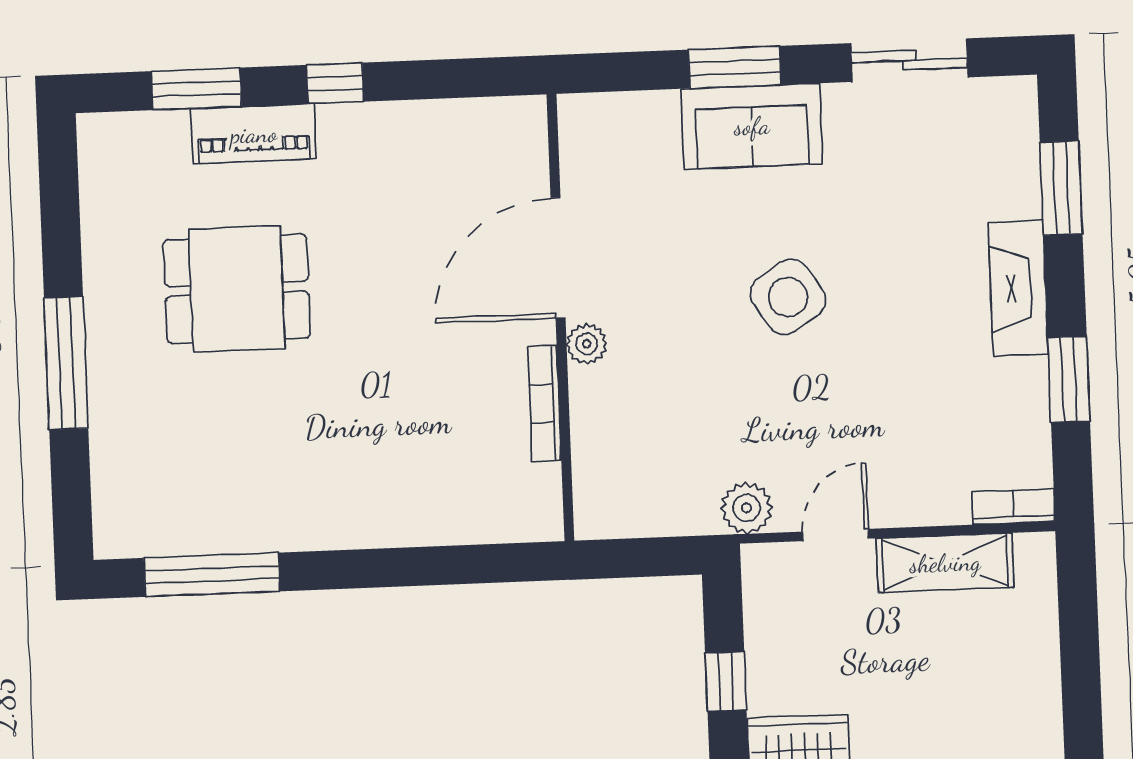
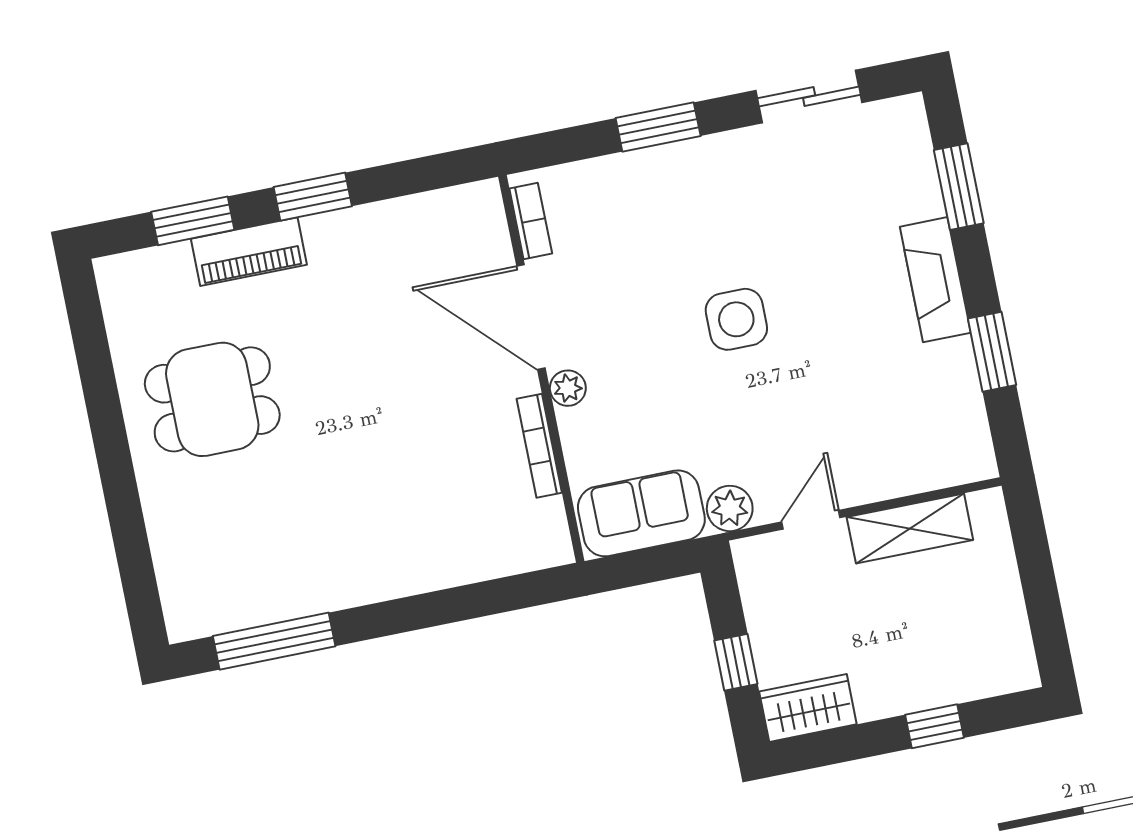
window: (335, 83) -> (313, 197), width x1.50
sofa: (752, 126) -> (641, 513), moved, turned 180
door: (558, 258) -> (531, 317), hinge flipped
dining table: (237, 289) -> (212, 399), moved
side table: (788, 297) -> (736, 319), turned 33
window: (66, 363) -> (118, 477), removed
bookcase: (1013, 507) -> (531, 221), moved, turned 90

